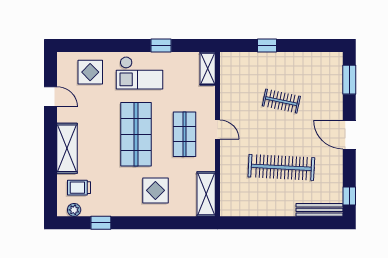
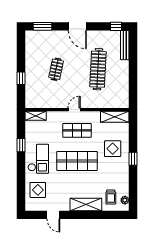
door: (51, 97) -> (53, 215), swing flipped
door: (349, 135) -> (77, 26), hinge flipped
window: (101, 223) -> (133, 159), moved

